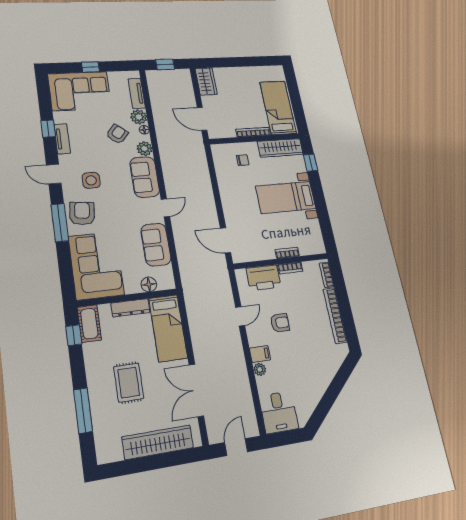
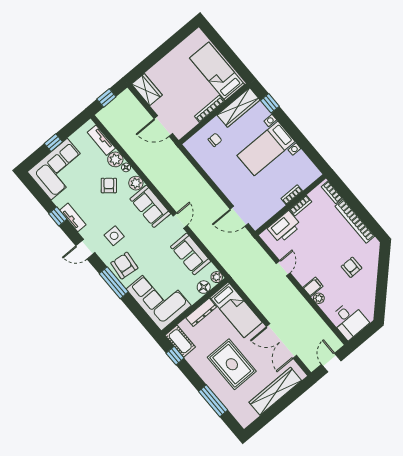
plant: (168, 283) -> (217, 277), added
armchair: (280, 323) -> (352, 267), moved, turned -90
rug: (129, 383) -> (232, 364), width x1.36, depth x1.43

